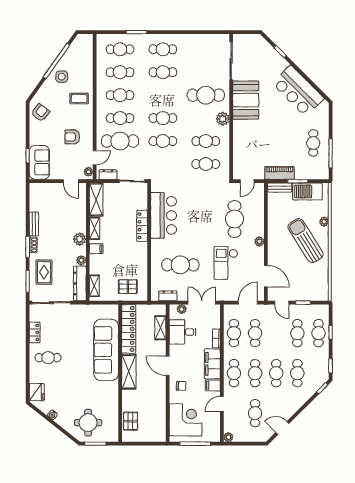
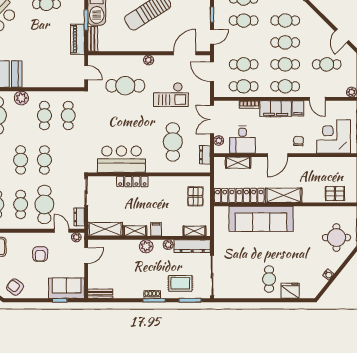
bench: (34, 224) -> (100, 294), moved
locker: (35, 332) -> (243, 293), removed
fridge: (37, 392) -> (290, 291), moved

